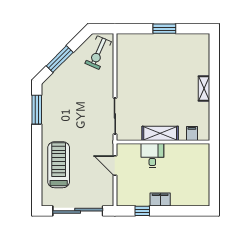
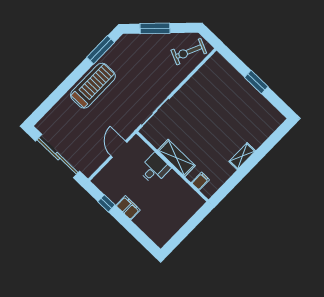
treadmill: (59, 165) -> (93, 86), moved

